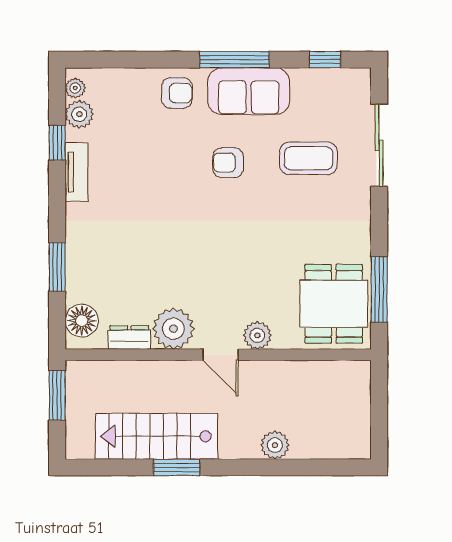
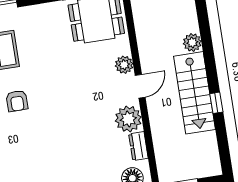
stairs: (156, 436) -> (194, 93), moved
window: (177, 467) -> (216, 103), width x0.67

